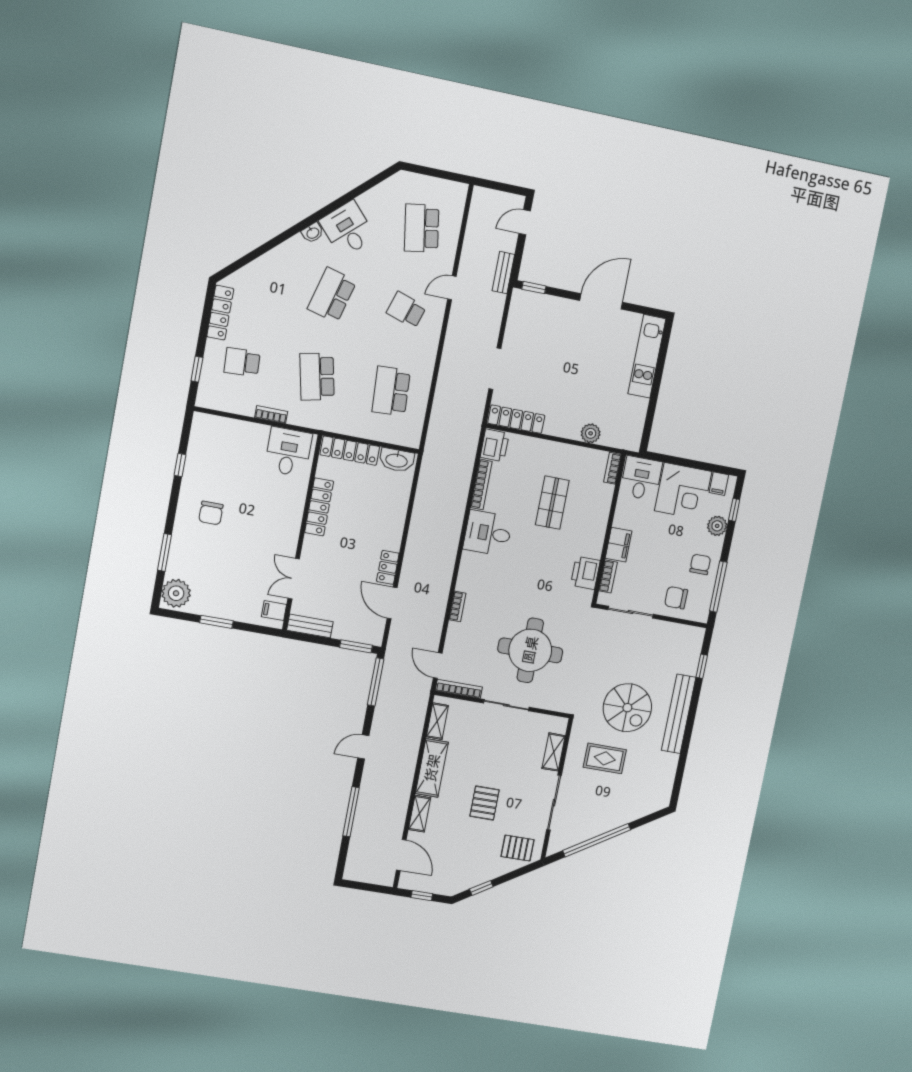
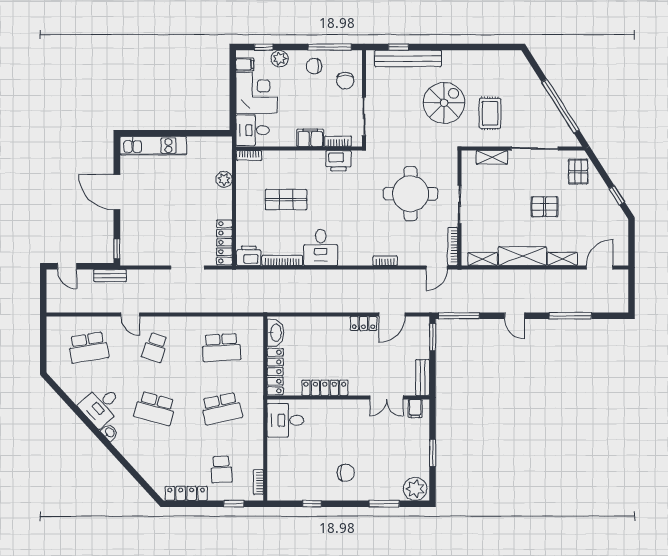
bookcase: (271, 415) -> (258, 482), moved
bench: (679, 714) -> (408, 58), moved
window: (422, 896) -> (631, 244), removed

